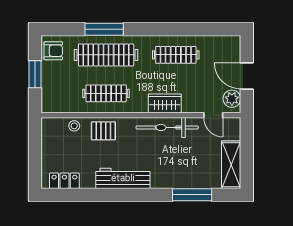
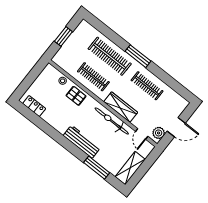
window: (104, 29) -> (138, 56), moved
armchair: (53, 51) -> (83, 32), removed
door: (247, 76) -> (176, 127), swing flipped
wardrobe: (165, 103) -> (121, 107), width x1.50
workbench: (123, 178) -> (82, 142), moved

